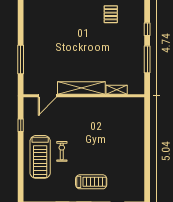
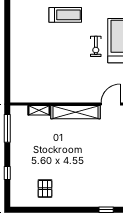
window: (147, 59) -> (7, 128), moved
treadmill: (91, 182) -> (65, 15), turned 180

